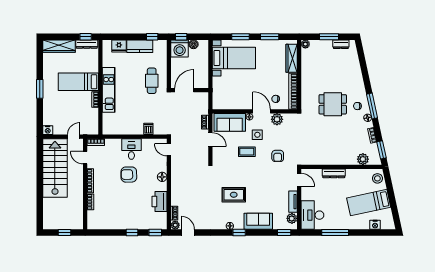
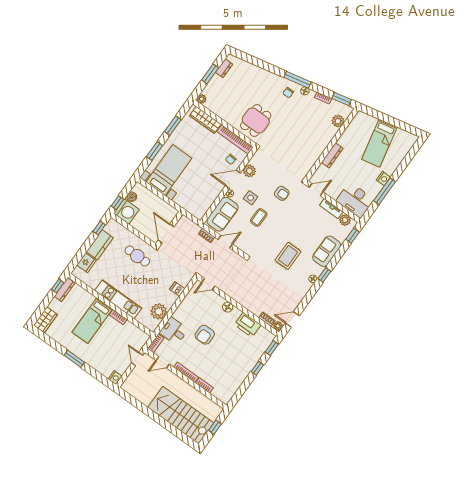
wardrobe: (59, 46) -> (46, 320), width x0.67
dining table: (333, 104) -> (256, 120), moved
plant: (121, 127) -> (159, 311), added
desk: (131, 149) -> (174, 331), moved
stairs: (55, 168) -> (181, 415), moved
stool: (377, 178) -> (364, 120), removed
nightstand: (375, 225) -> (383, 179), moved

